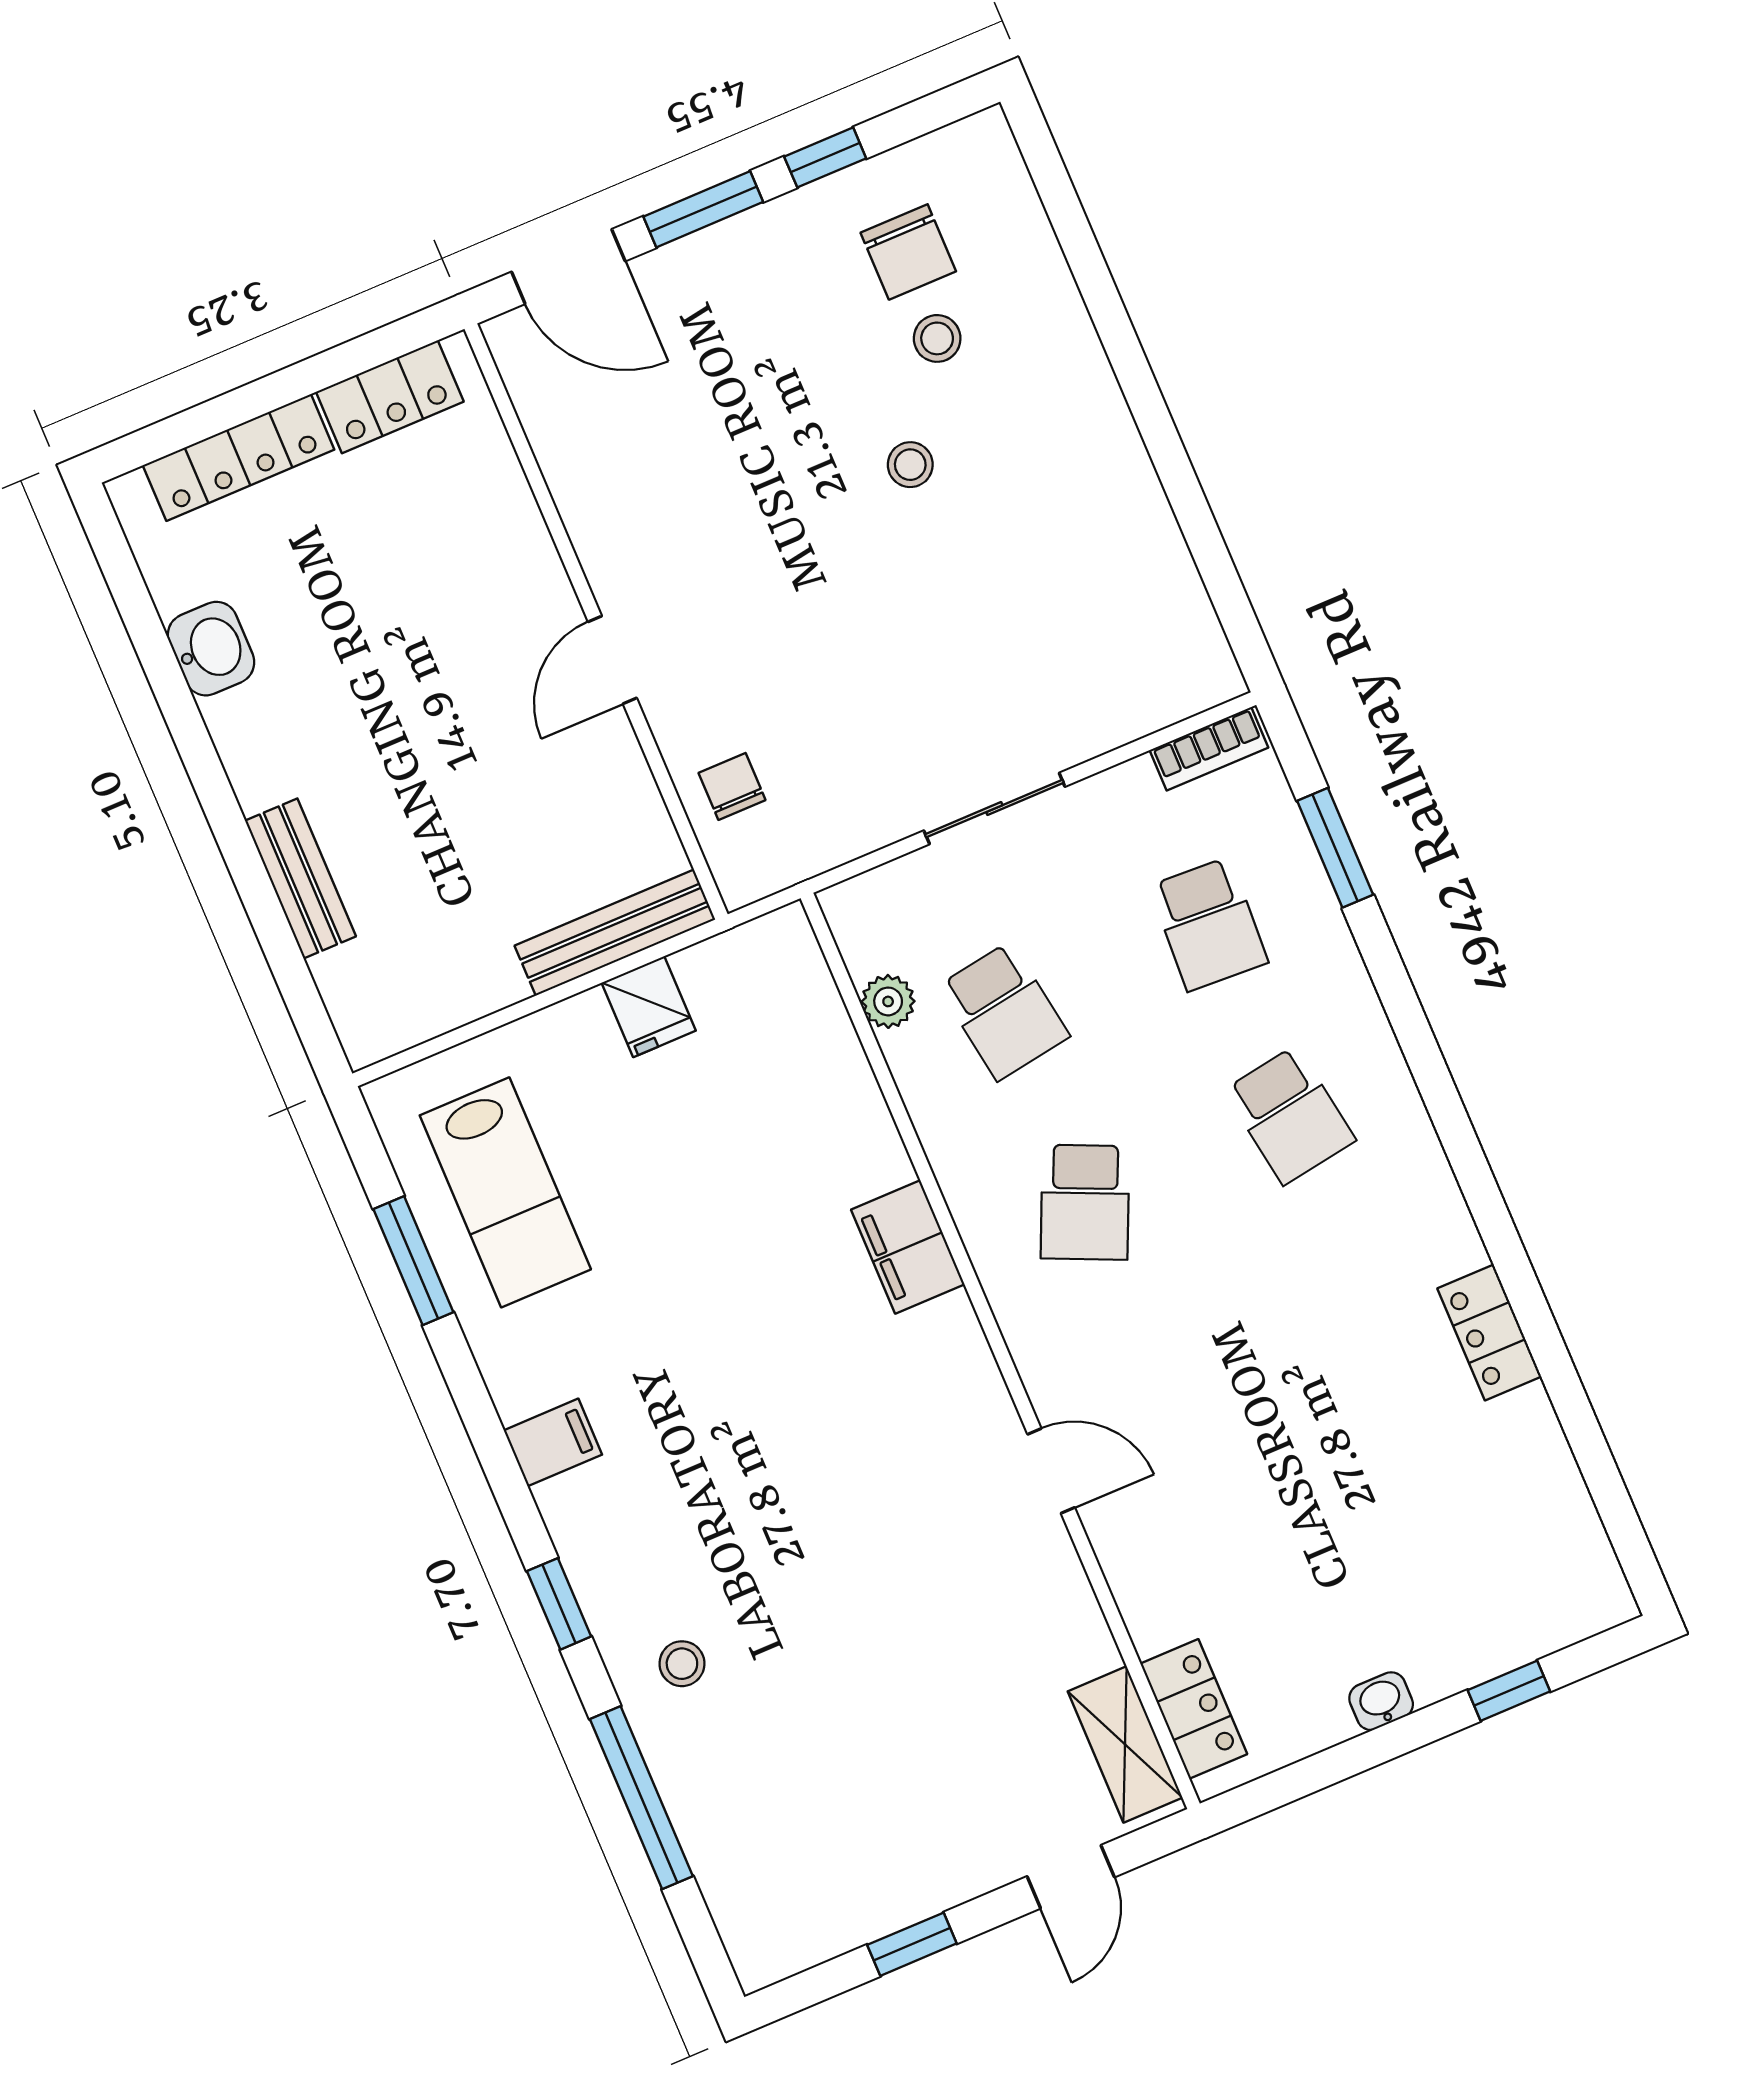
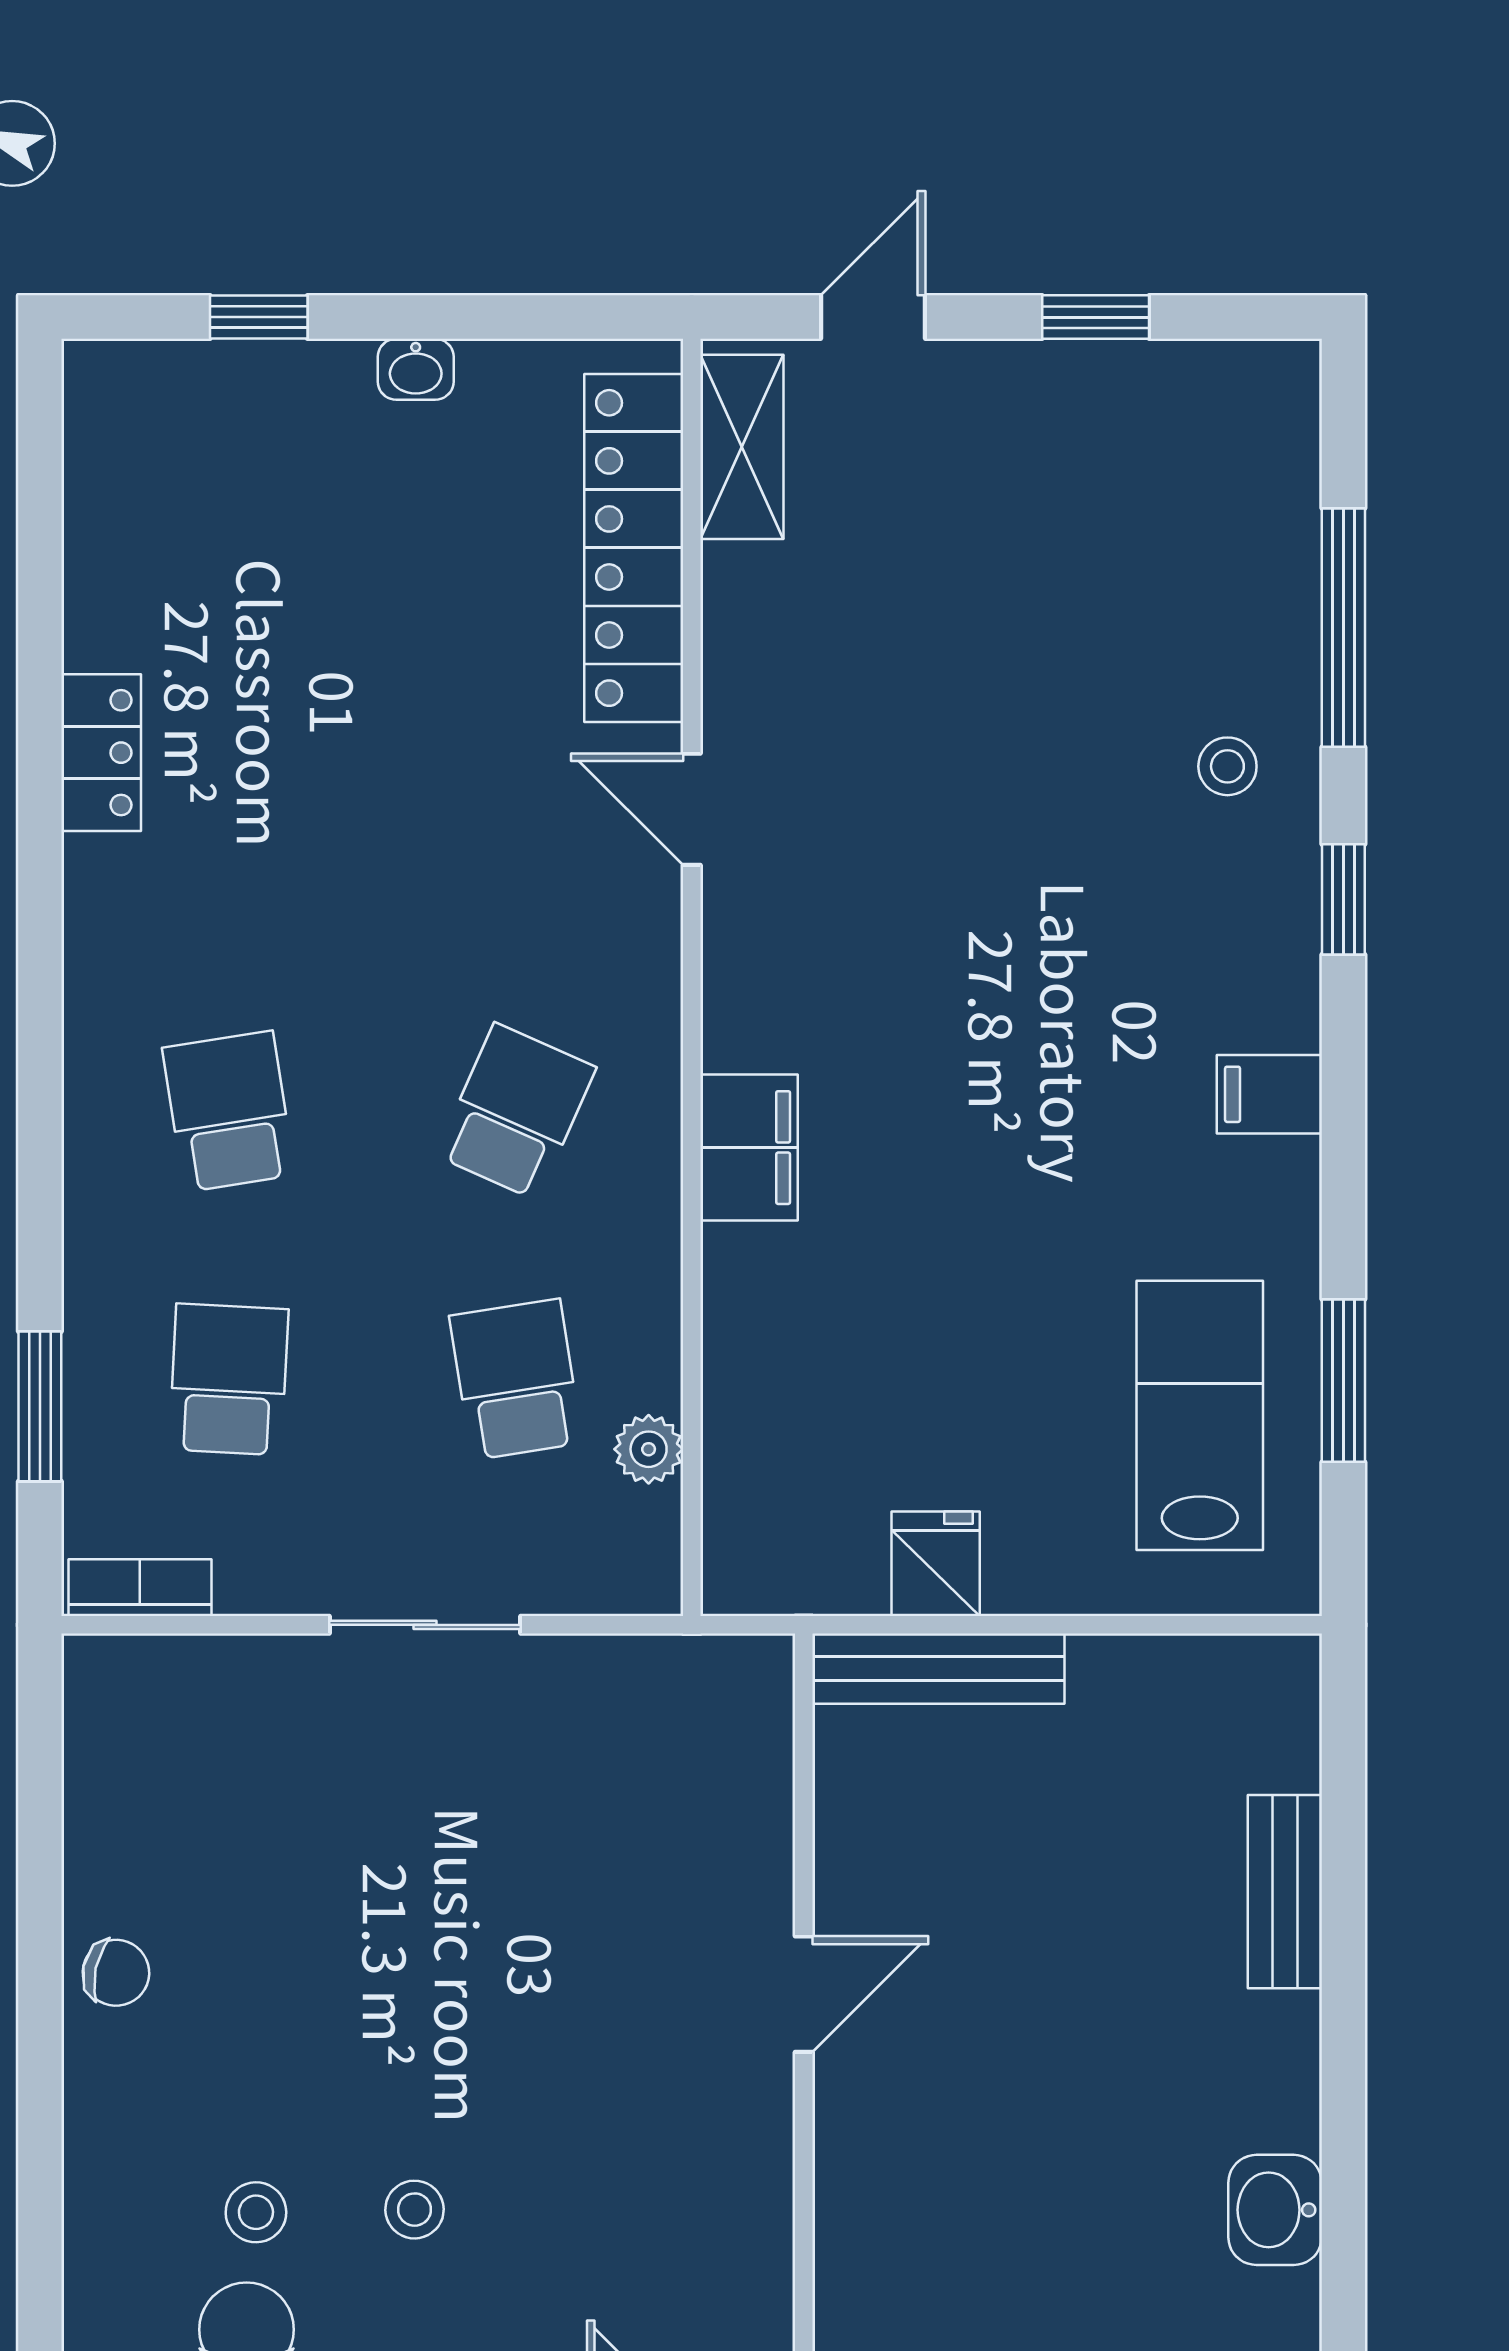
stool: (910, 465) -> (415, 2210), moved
chair: (732, 786) -> (116, 1973), moved, turned -78
locker: (1194, 1709) -> (634, 548), width x2.16, depth x1.21

